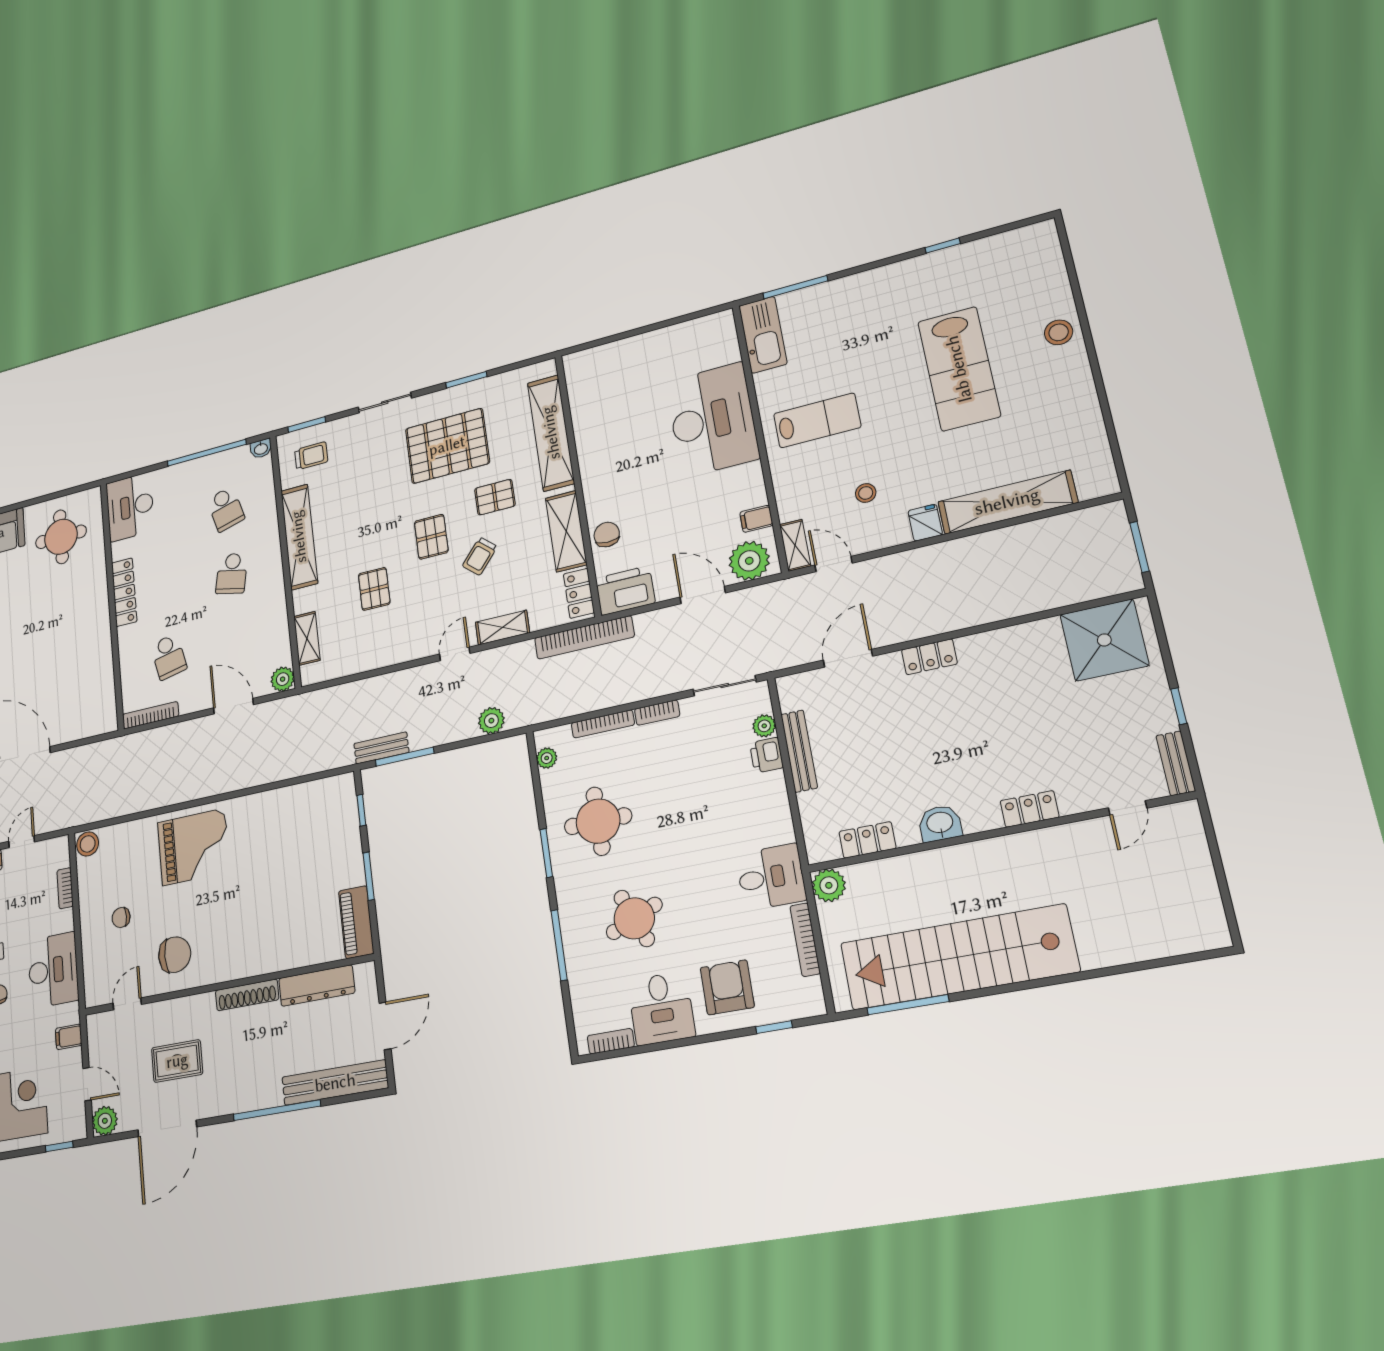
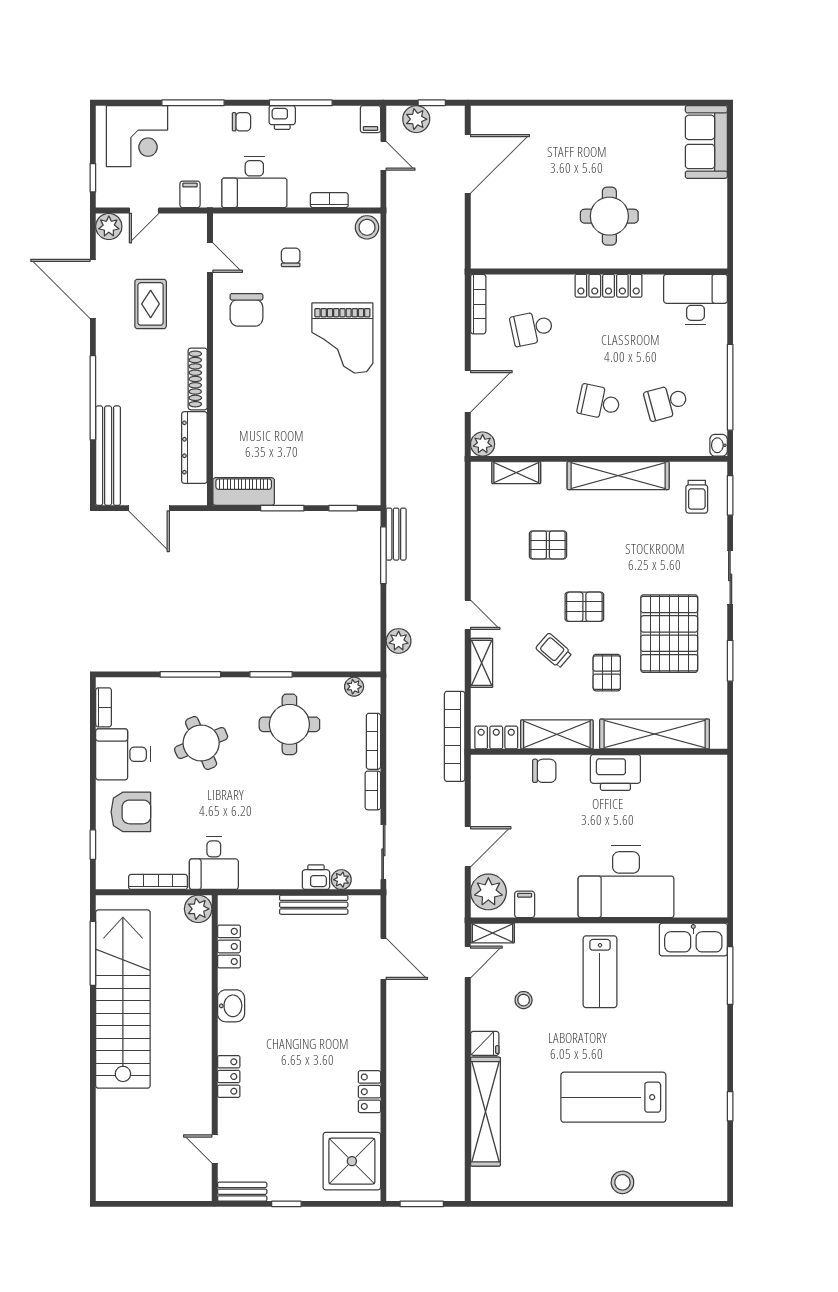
round table: (61, 537) -> (609, 216), moved
printer: (625, 591) -> (615, 772), moved, turned 90
locker: (929, 657) -> (369, 1092), moved

